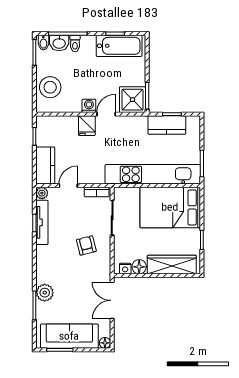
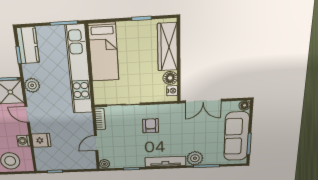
washing machine: (89, 106) -> (24, 141), moved
plant: (139, 124) -> (32, 85), added
kitchen counter: (167, 125) -> (28, 45), moved
fridge: (87, 126) -> (41, 140), moved
kitchen counter: (45, 165) -> (80, 162), removed
door: (68, 186) -> (96, 143), hinge flipped
bed: (170, 207) -> (104, 52), width x0.67
tv unit: (42, 222) -> (165, 162), moved
armchair: (86, 245) -> (151, 126), turned 104

